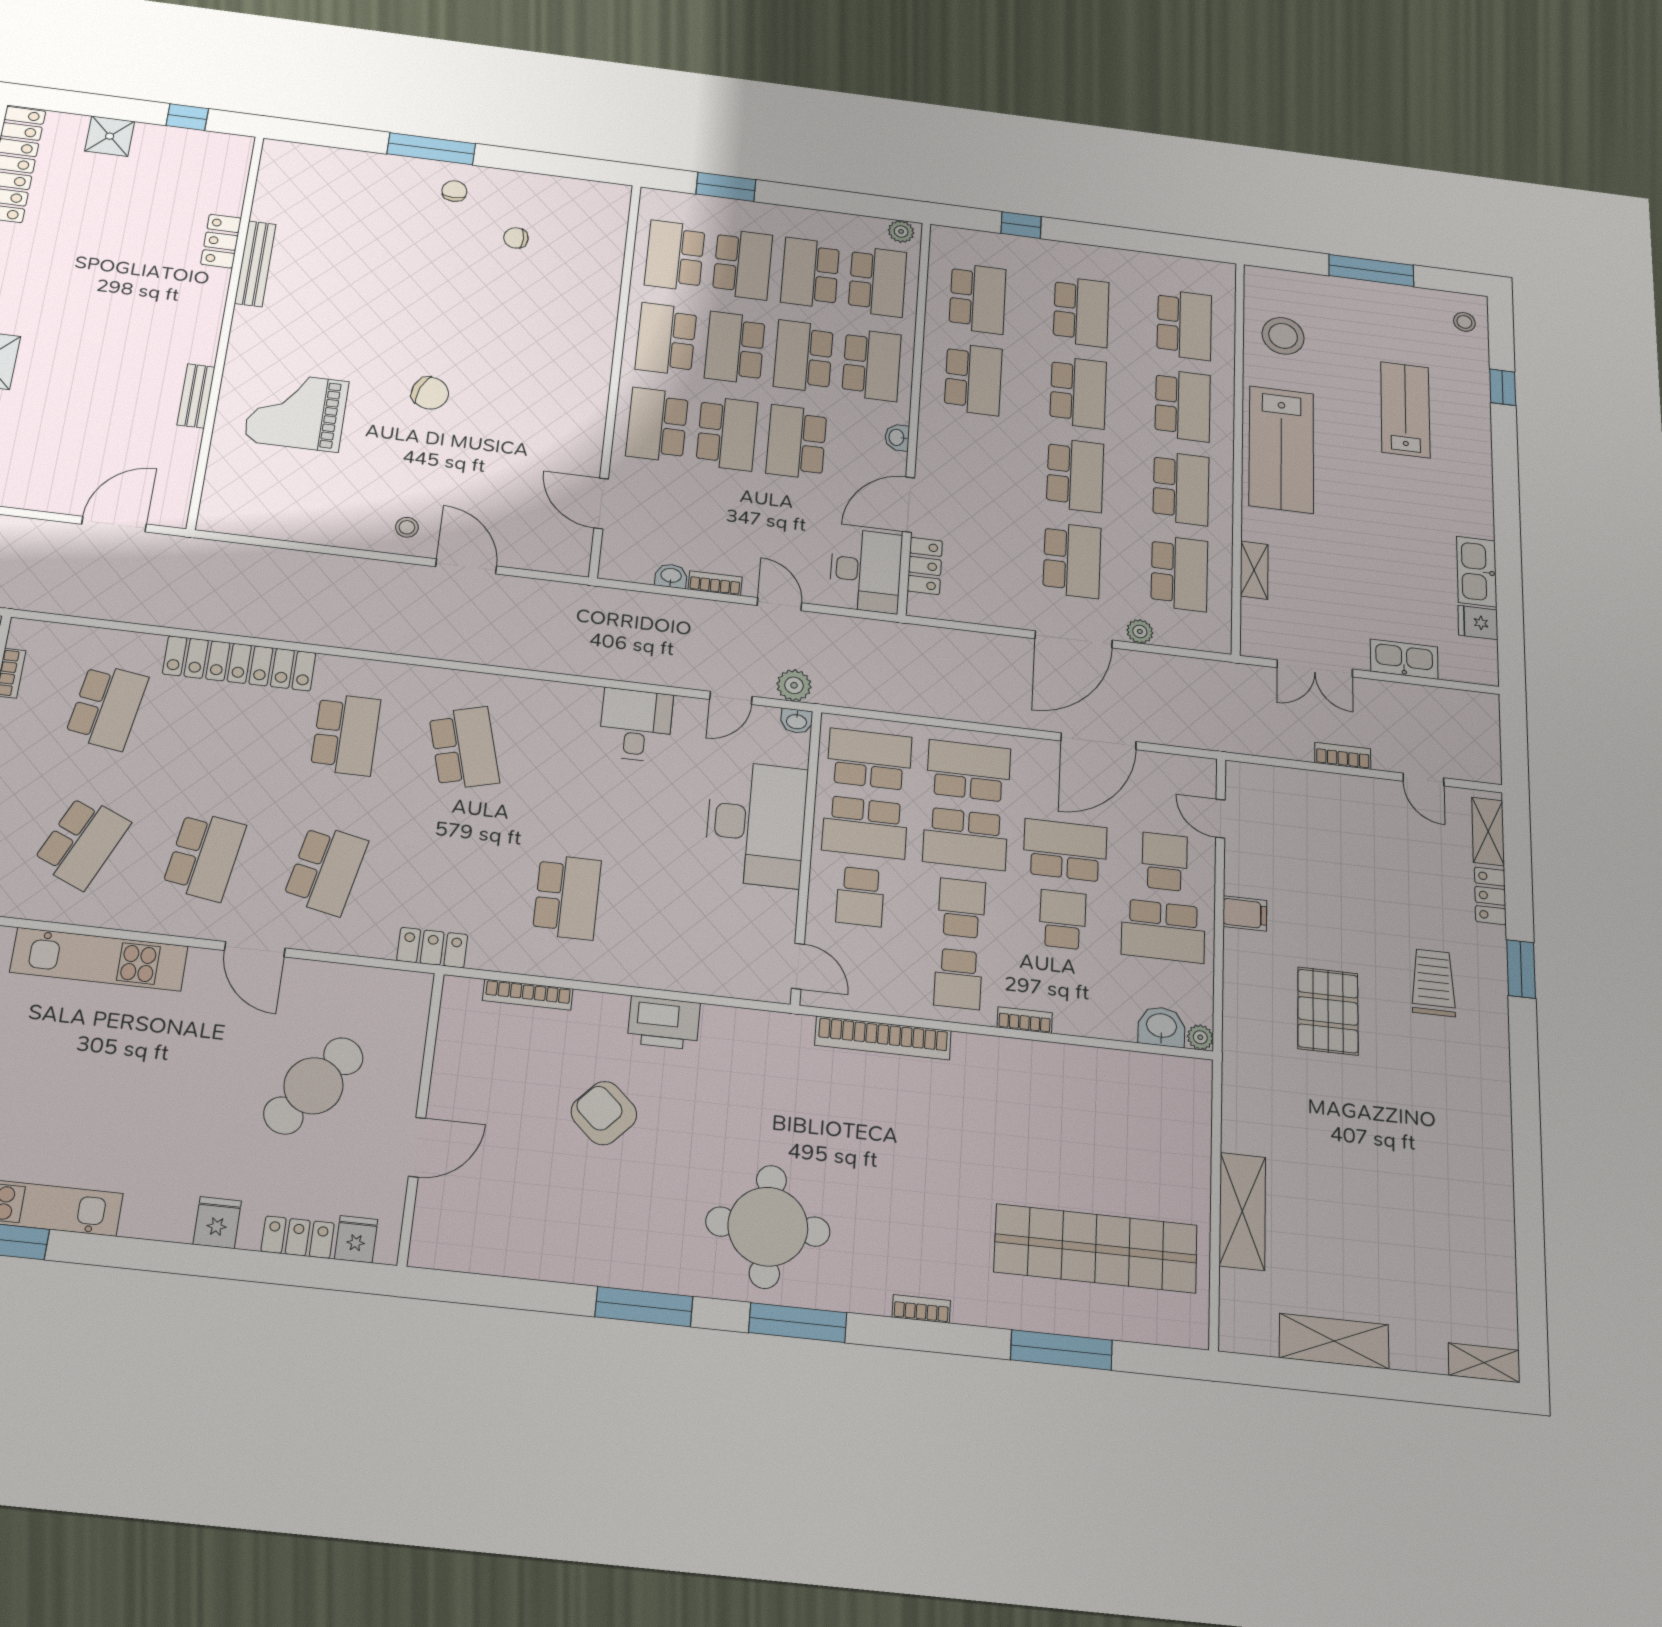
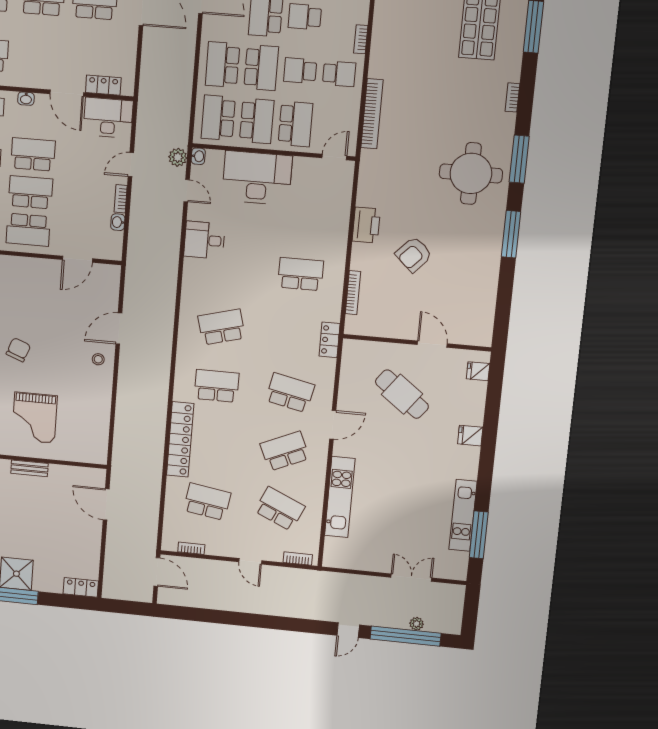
school desk: (796, 442) -> (33, 154), turned 180
school desk: (204, 856) -> (285, 451), turned -33
school desk: (860, 897) -> (295, 124), width x1.85
locker: (298, 1237) -> (477, 398), removed

